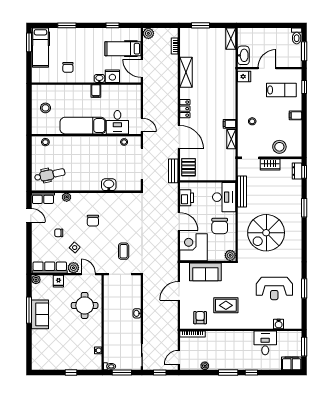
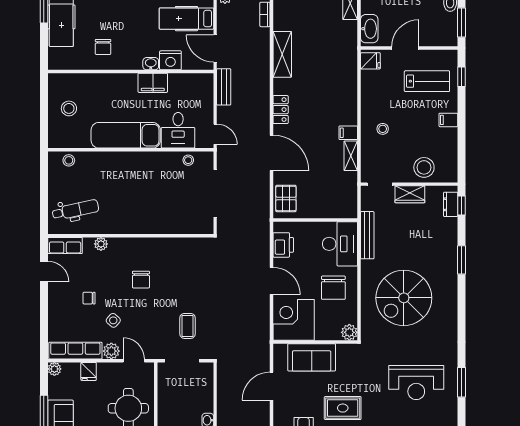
filing cabinet: (96, 91) -> (153, 83), width x2.00
bench: (173, 171) -> (224, 87), moved
washbasin: (109, 185) -> (165, 225), removed

